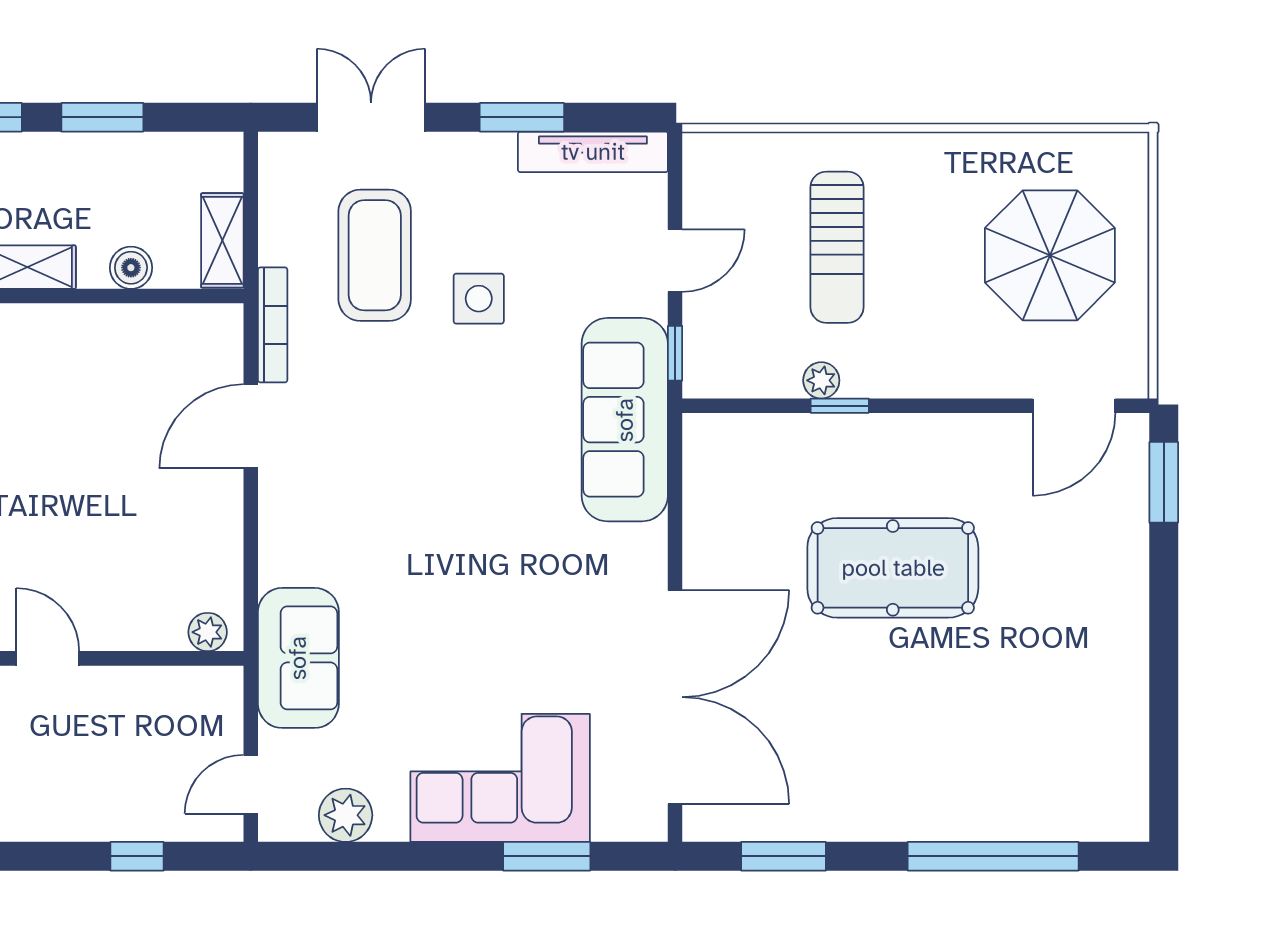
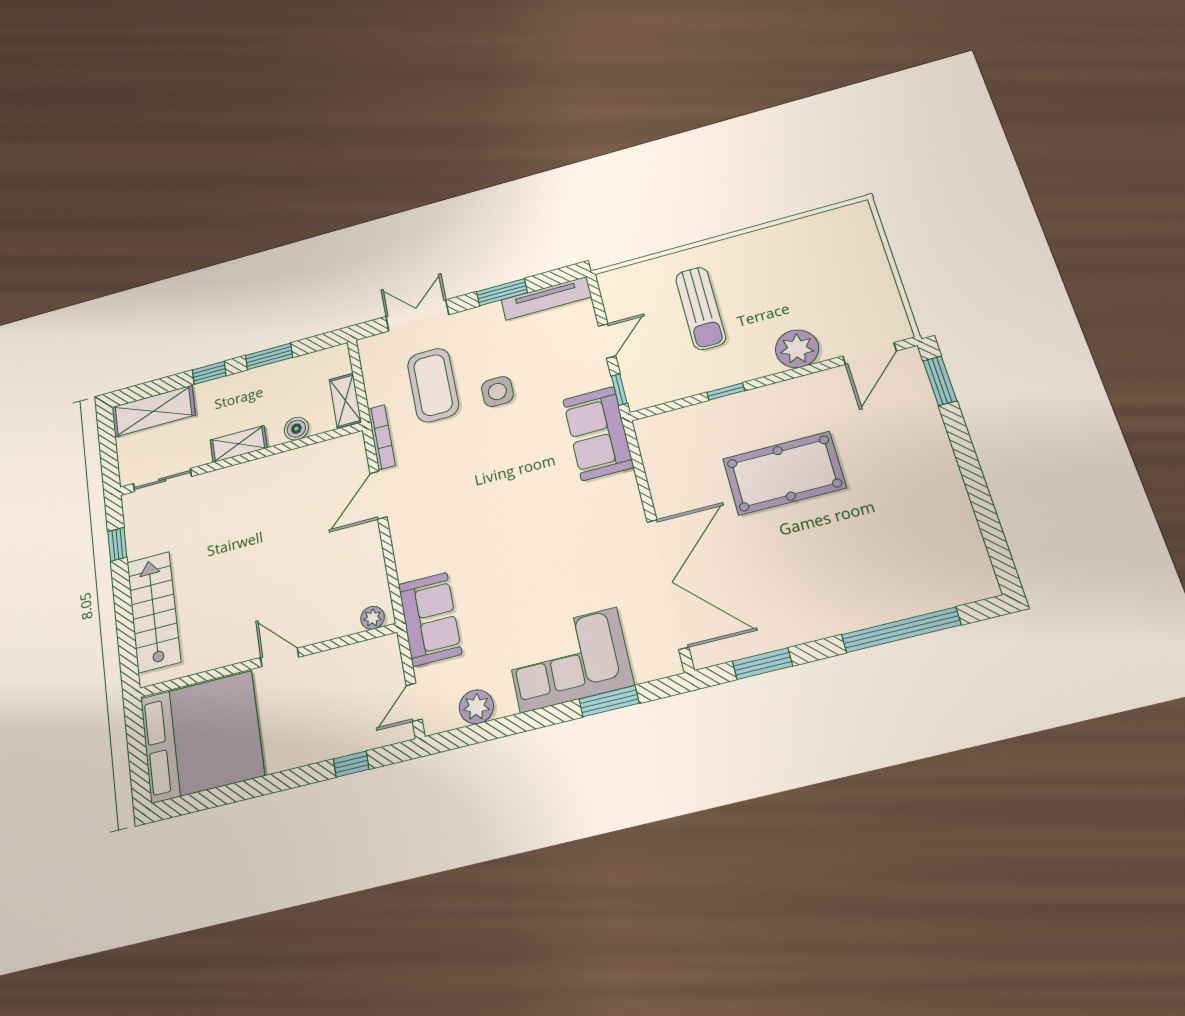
parasol: (1050, 255) -> (829, 278), removed
plant: (821, 380) -> (797, 349), moved, width x1.87, depth x1.87
sofa: (625, 420) -> (598, 433), width x0.73

